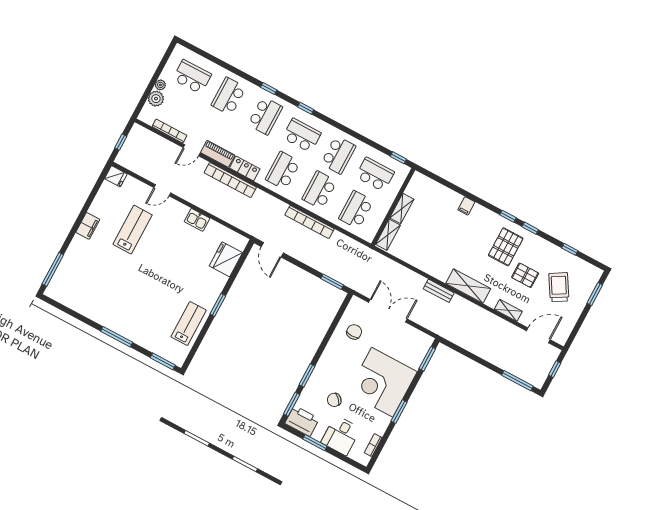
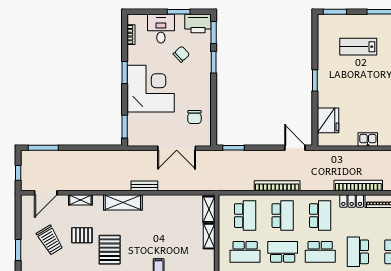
school desk: (338, 155) -> (283, 252), turned 90
lab bench: (189, 324) -> (358, 47), moved, turned 90

